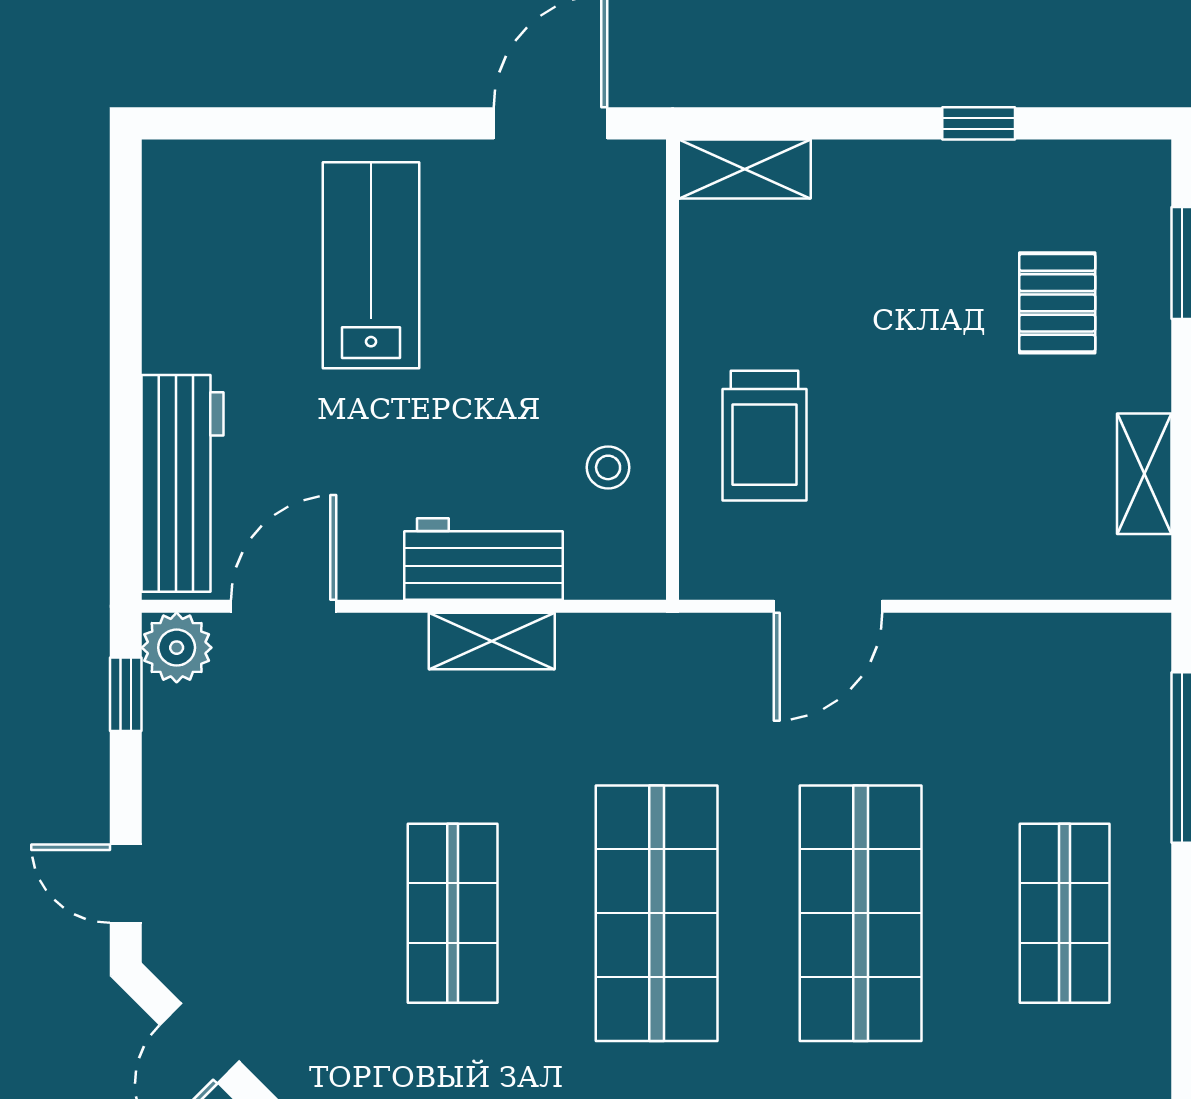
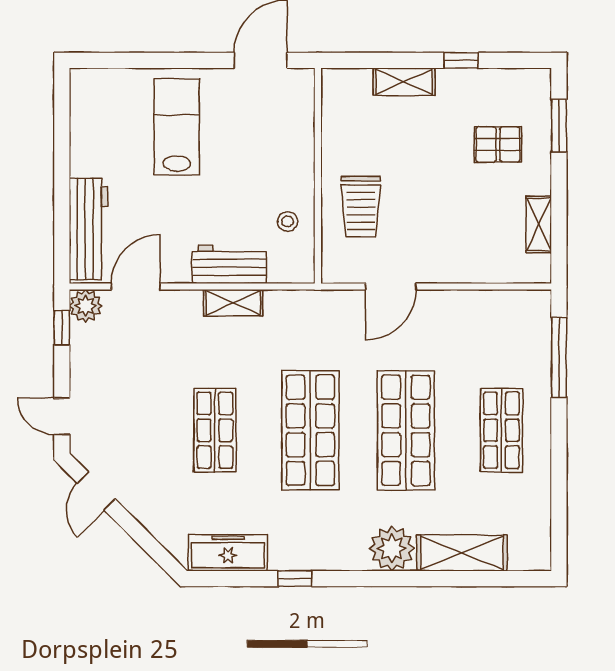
shelving: (745, 169) -> (404, 82), moved
pallet: (1057, 303) -> (498, 144), turned 90

